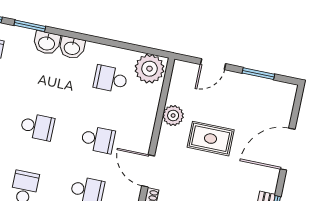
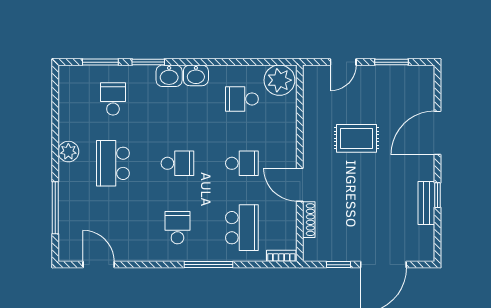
plant: (173, 115) -> (313, 123), removed

